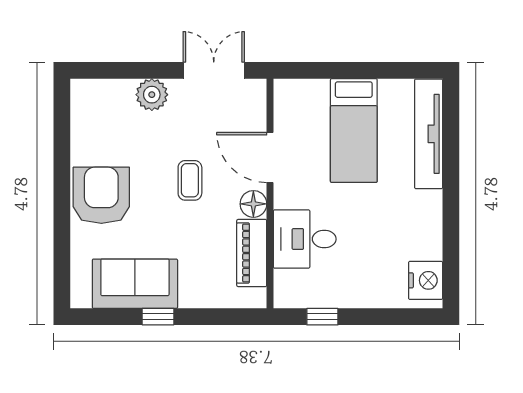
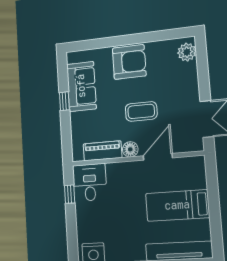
plant: (152, 95) -> (187, 52), moved
coffee table: (190, 180) -> (141, 111), width x1.36, depth x1.30
desk: (305, 239) -> (90, 182), moved

